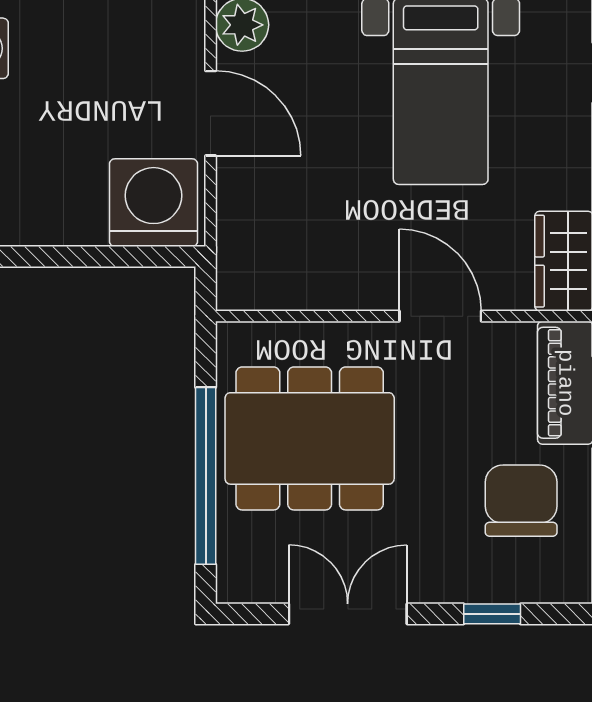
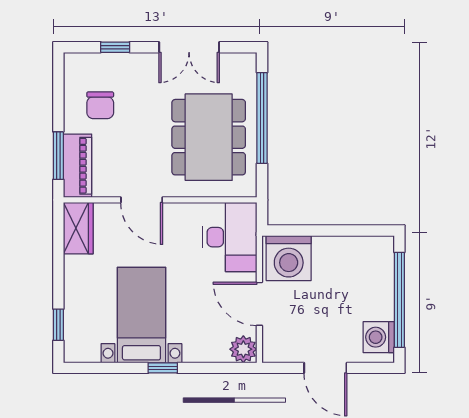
desk: (268, 243) -> (230, 237), added
dining table: (310, 438) -> (209, 137), turned 90
chair: (521, 501) -> (100, 105), width x0.73, depth x0.73

